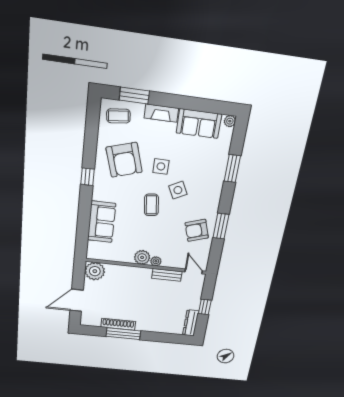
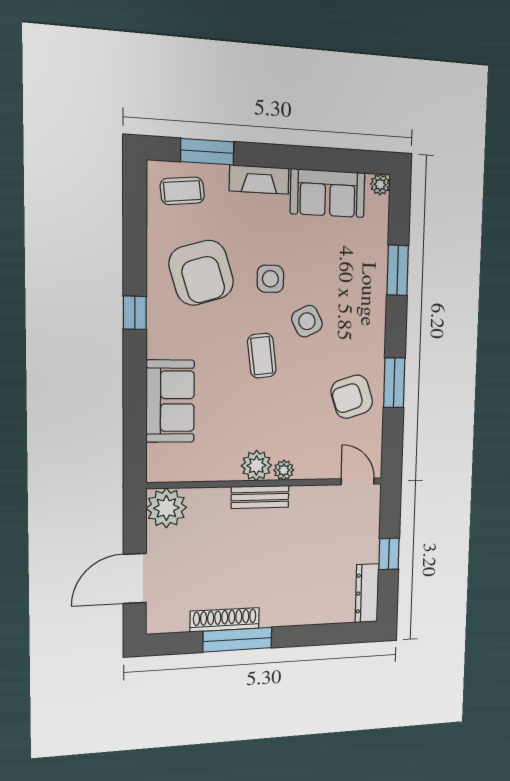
bench: (167, 275) -> (260, 497), moved

